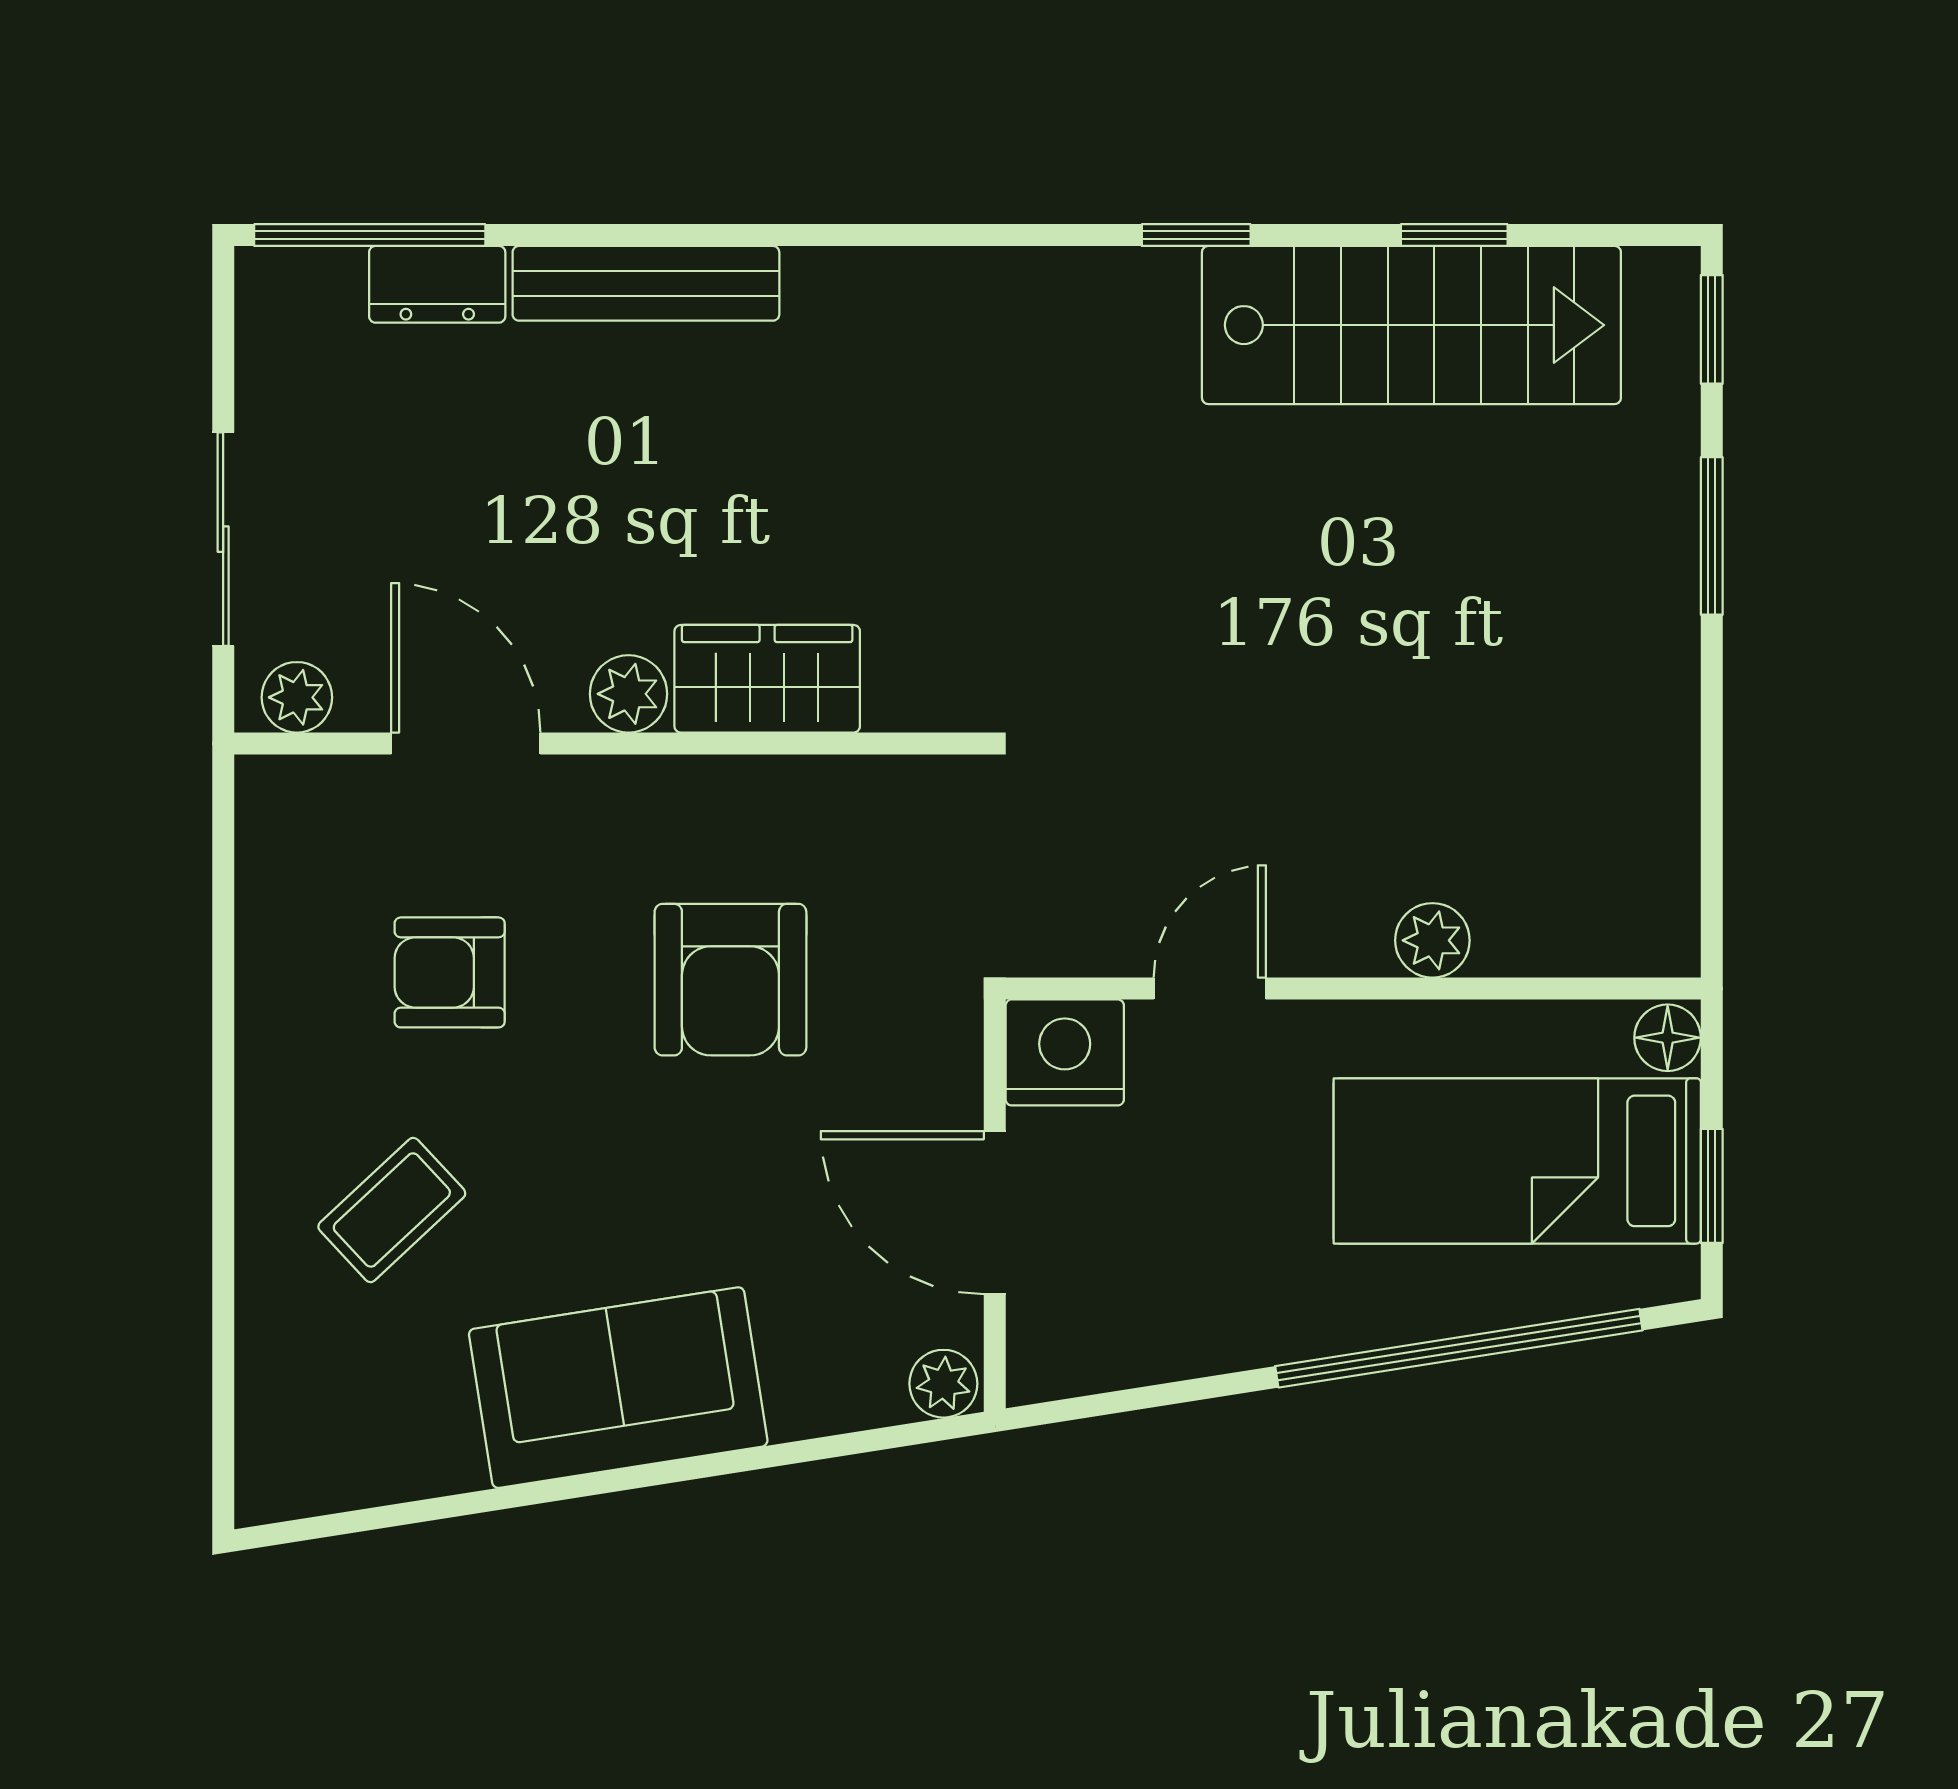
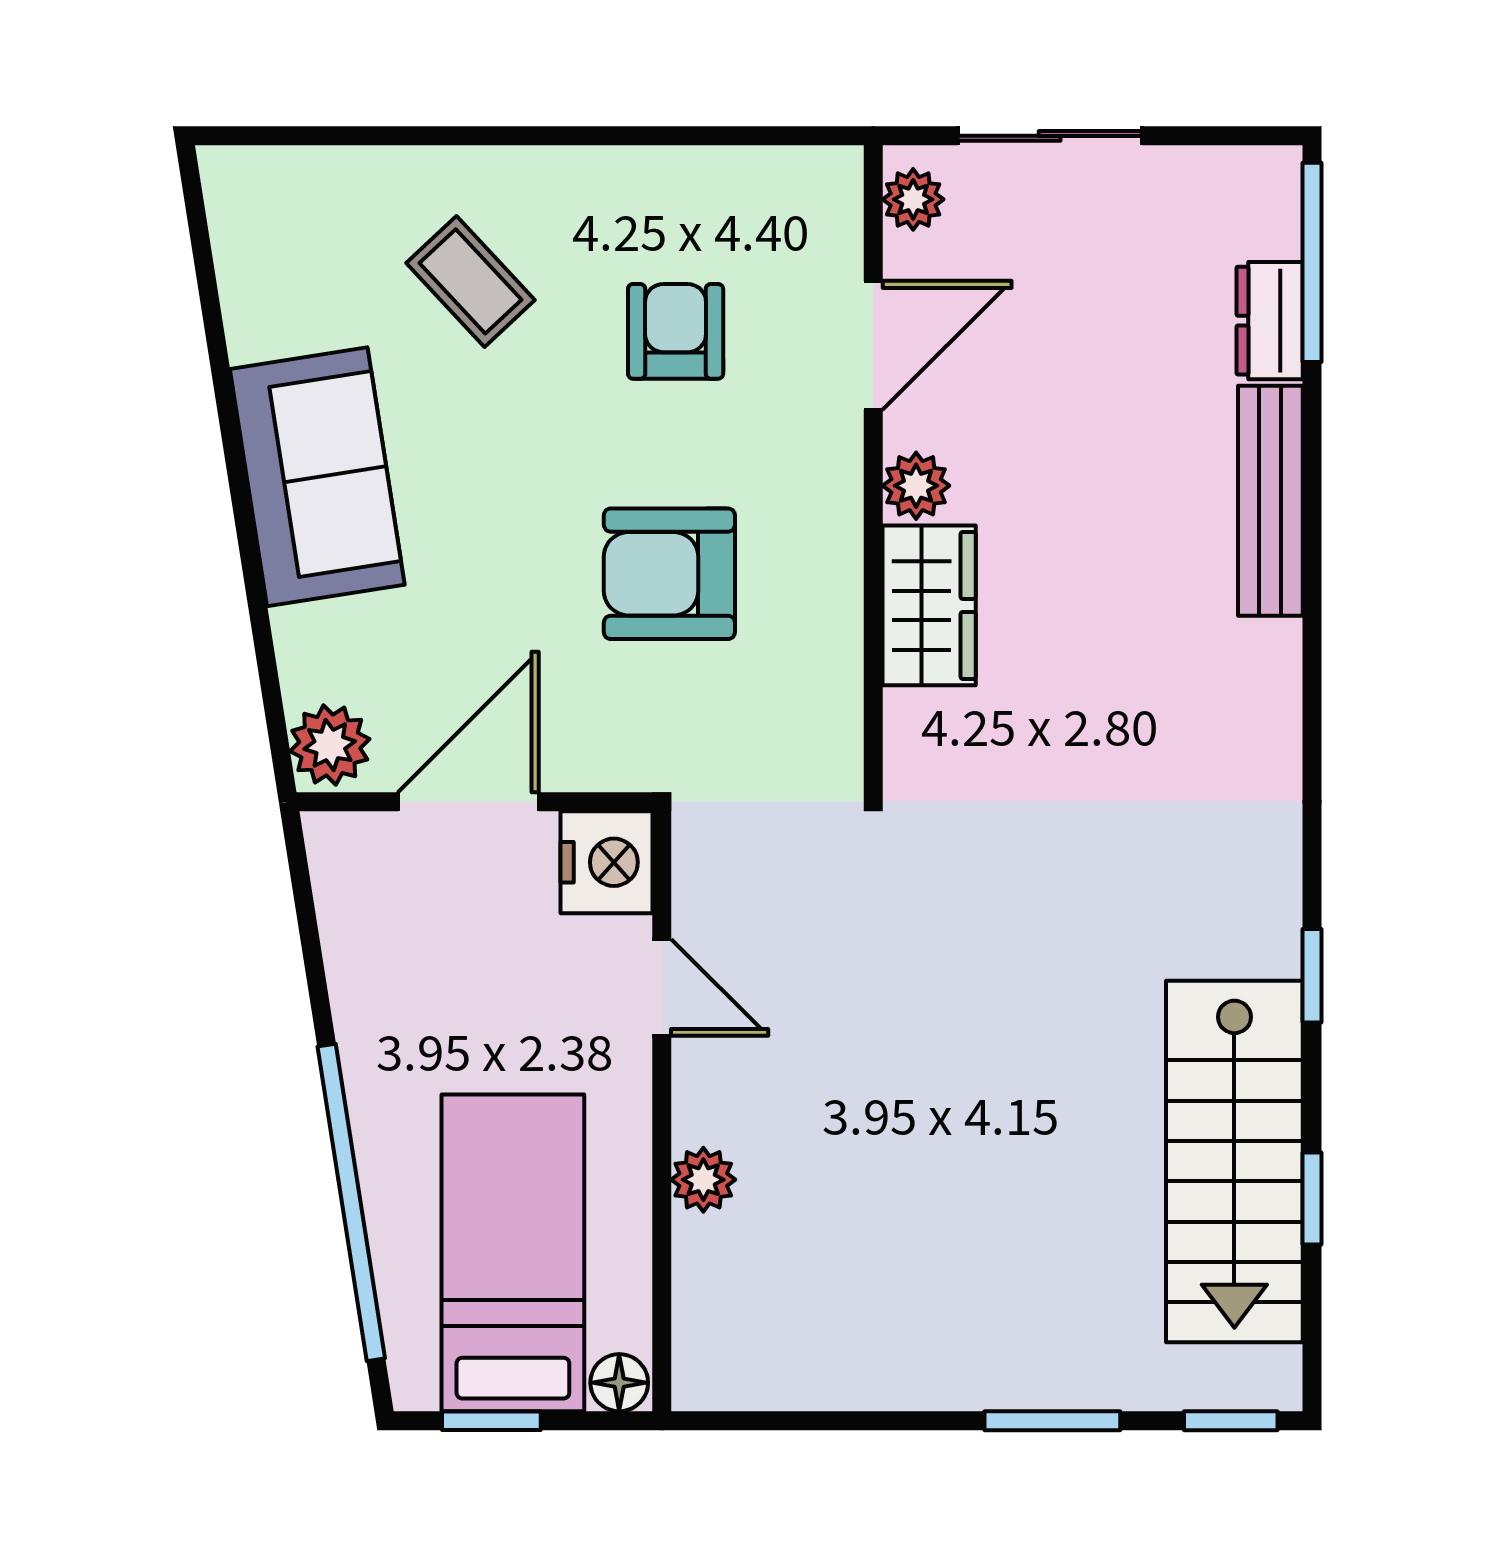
plant: (943, 1384) -> (330, 745), width x1.38, depth x1.38

